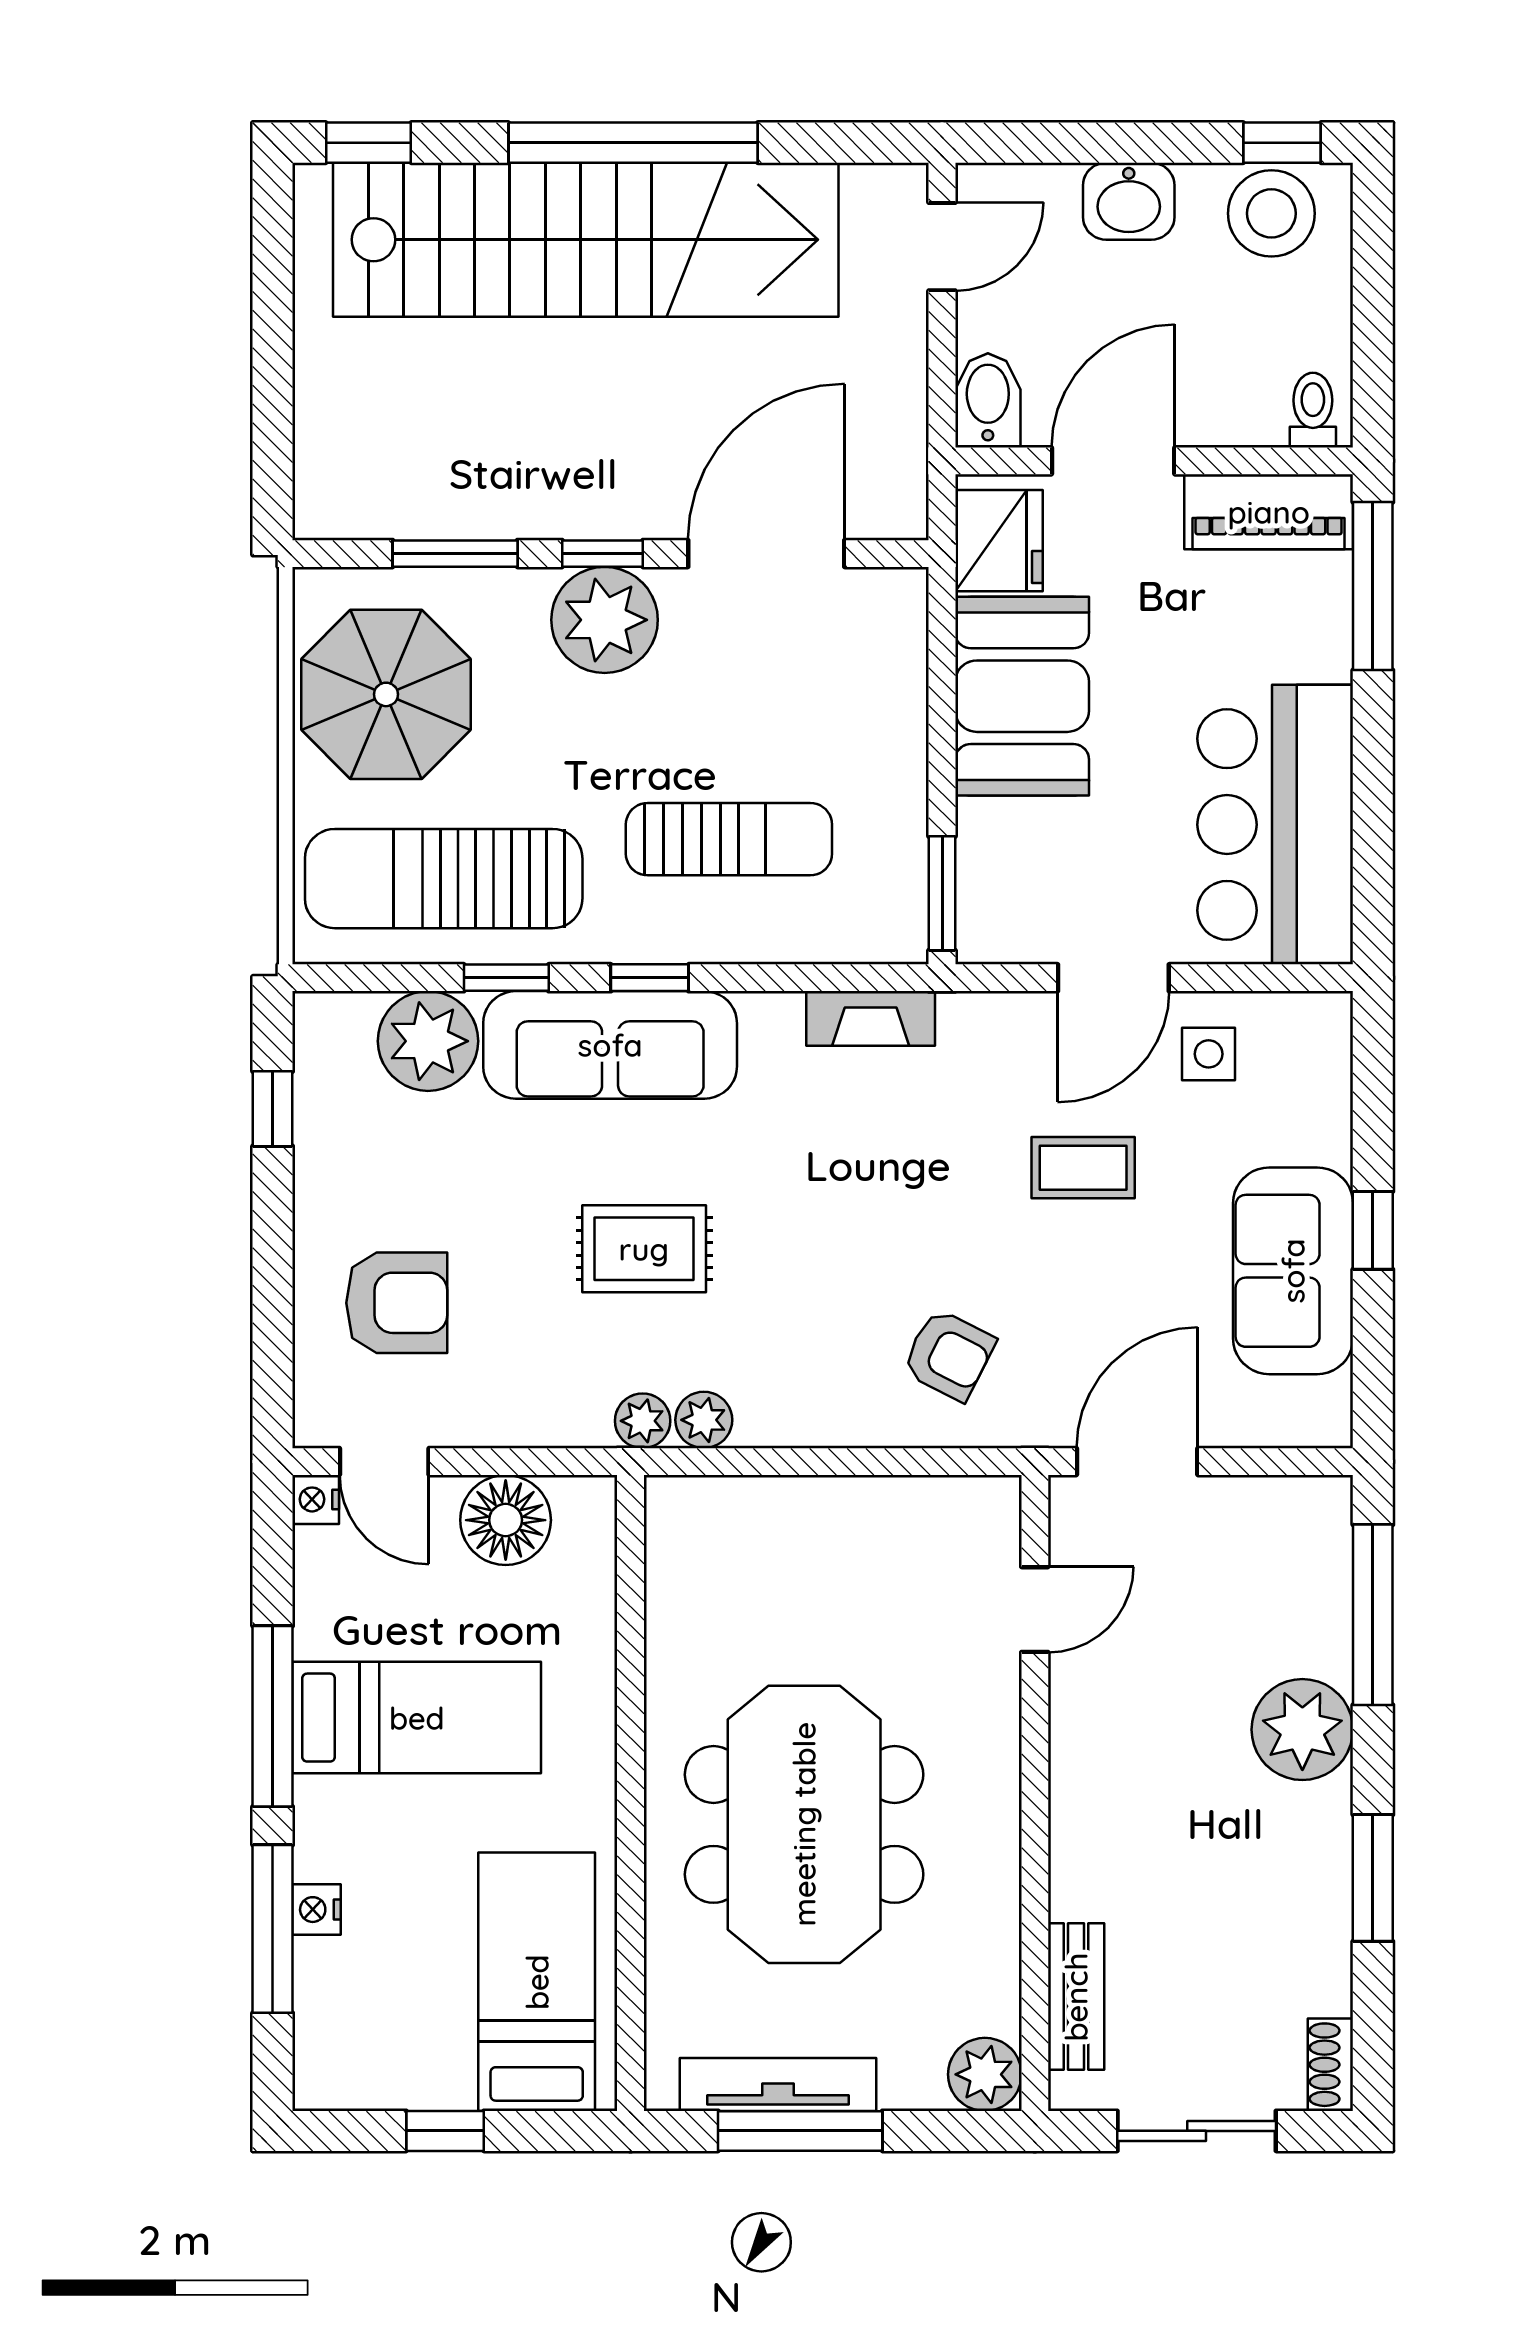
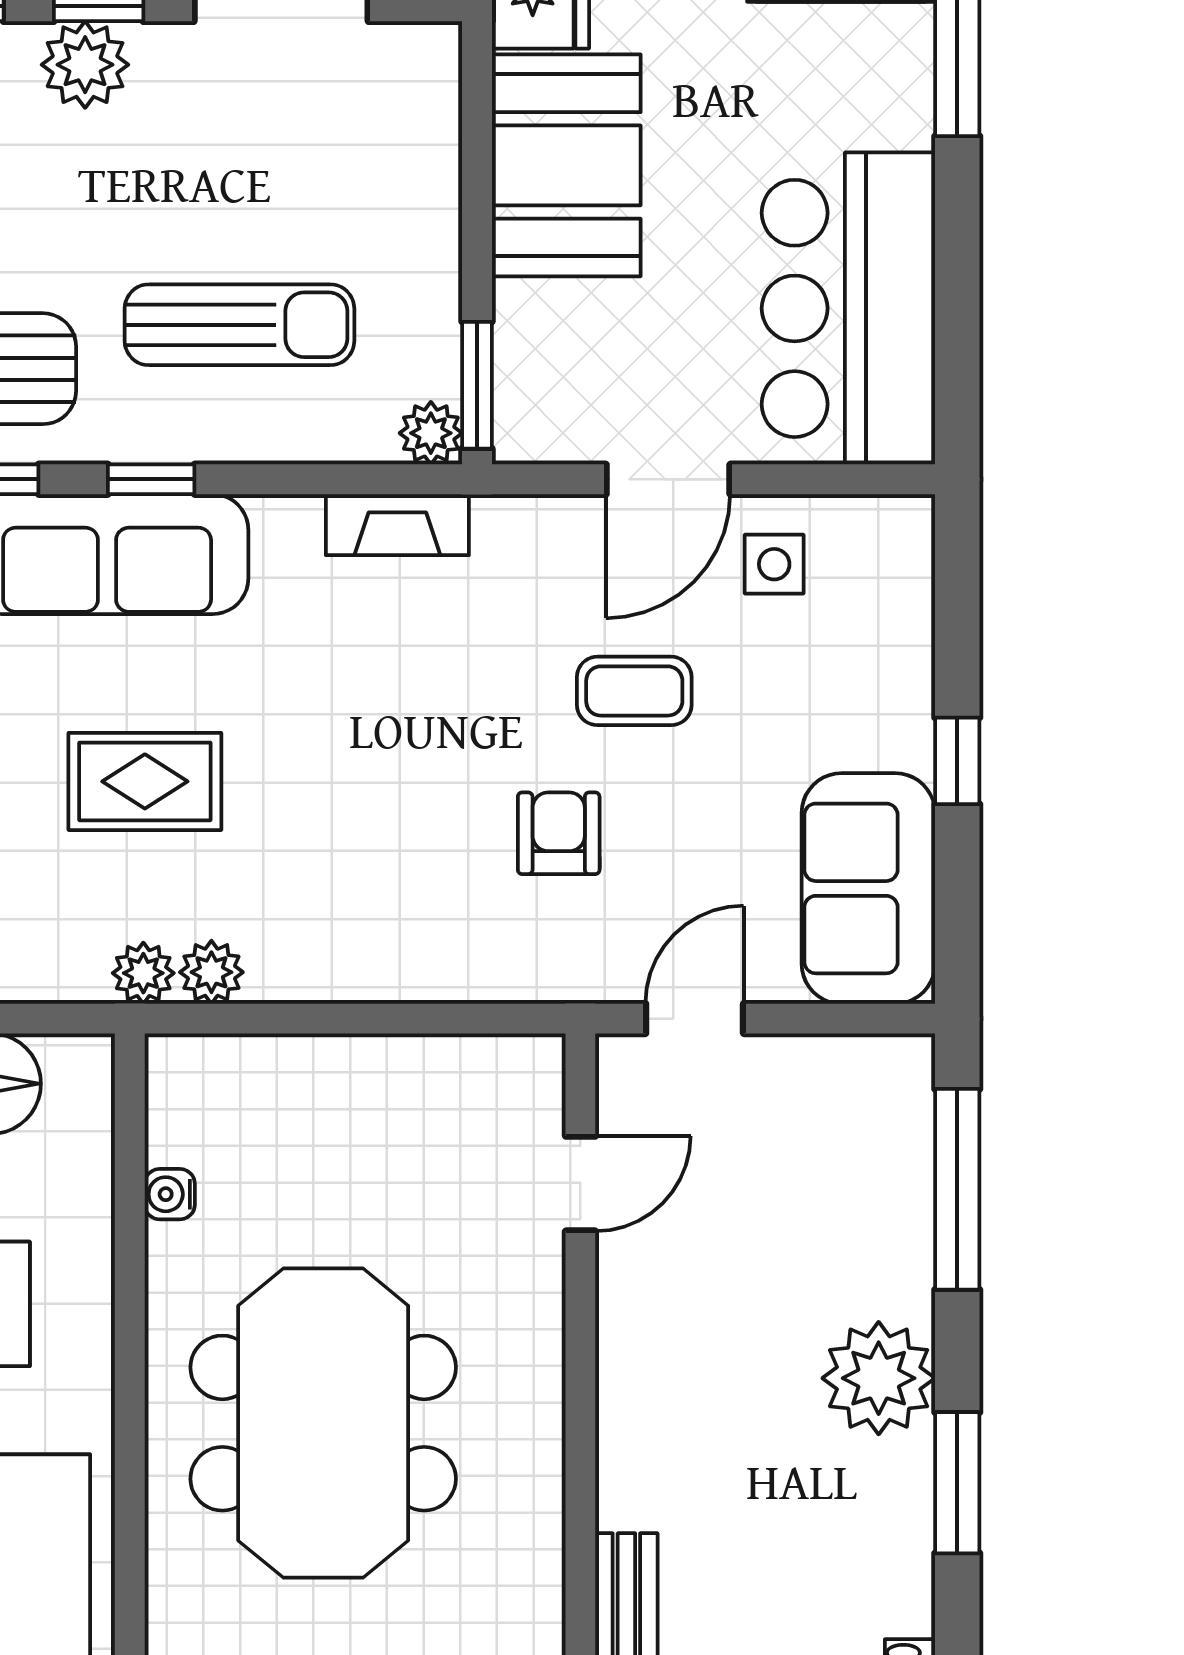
plant: (605, 620) -> (85, 65), width x0.73, depth x0.73
plant: (901, 936) -> (431, 433), added
sofa: (1293, 1271) -> (868, 888), moved
armchair: (949, 1355) -> (559, 833), moved, turned -117
door: (1137, 1462) -> (695, 1019), width x0.73
water cooler: (666, 1619) -> (170, 1194), added
plant: (1302, 1730) -> (879, 1378), moved

